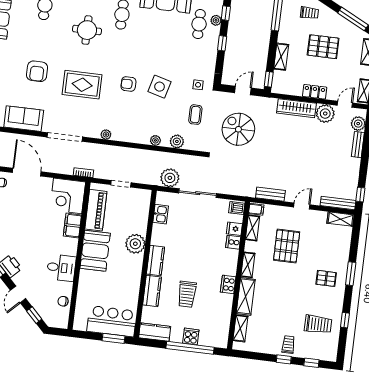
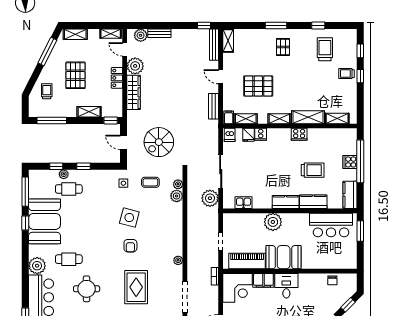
plant: (155, 140) -> (178, 184), moved
desk: (61, 268) -> (286, 286), moved
bar counter: (112, 321) -> (331, 225), moved, turned -90

